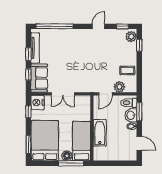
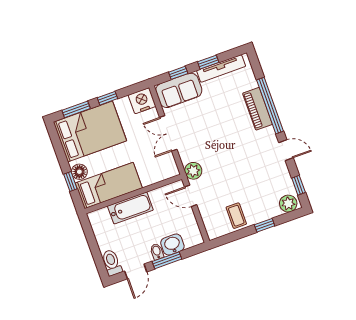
window: (55, 26) -> (270, 106), moved
piano: (67, 35) -> (258, 109), added
window: (139, 45) -> (265, 225), moved
plant: (119, 87) -> (193, 171), moved
toilet: (129, 103) -> (112, 263), moved
window: (28, 112) -> (107, 98), moved
window: (139, 112) -> (167, 260), moved
window: (71, 163) -> (70, 182), width x0.46

